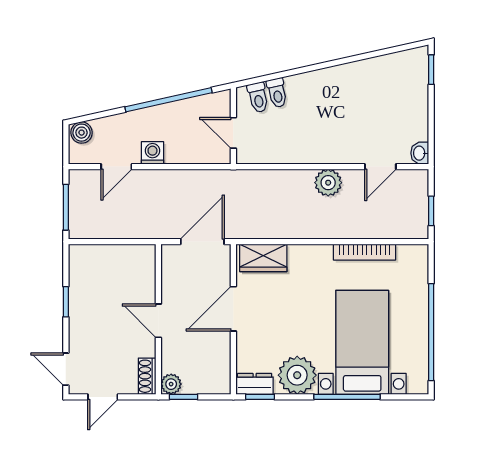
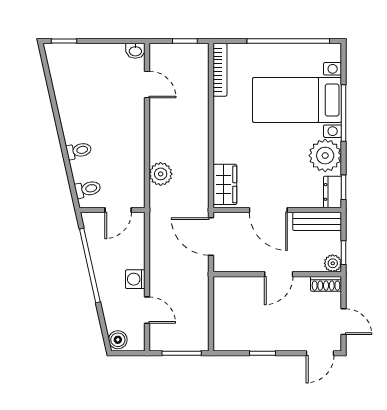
toilet: (277, 93) -> (79, 151), moved
plant: (328, 183) -> (161, 174), moved
bookcase: (365, 252) -> (220, 70), moved
bench: (220, 366) -> (317, 221), added

